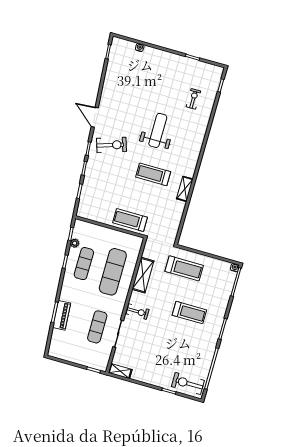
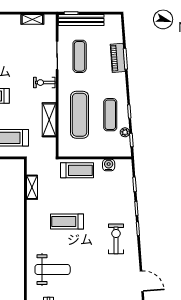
door: (95, 117) -> (142, 281), moved
weight bench: (158, 130) -> (53, 270), moved, turned -90
exercise bike: (112, 145) -> (116, 239), turned 108
treadmill: (153, 174) -> (67, 222), turned 180
shelving: (185, 189) -> (32, 187), moved
water cooler: (99, 217) -> (109, 165), added
bench: (86, 361) -> (81, 20), added
shelving: (120, 371) -> (32, 19), moved

